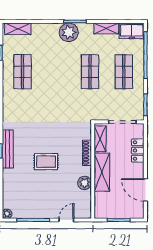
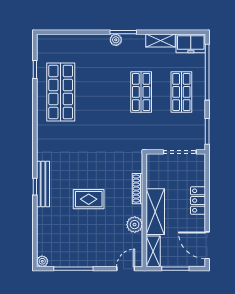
shelving: (18, 29) -> (55, 41), removed
plant: (69, 32) -> (116, 40), width x0.53, depth x0.53
shop shelf: (22, 72) -> (61, 92), width x1.43, depth x1.36
shelving: (100, 139) -> (153, 251), moved
locker: (138, 151) -> (198, 201), moved
door: (145, 190) -> (207, 245), moved
door: (66, 220) -> (126, 269), moved

